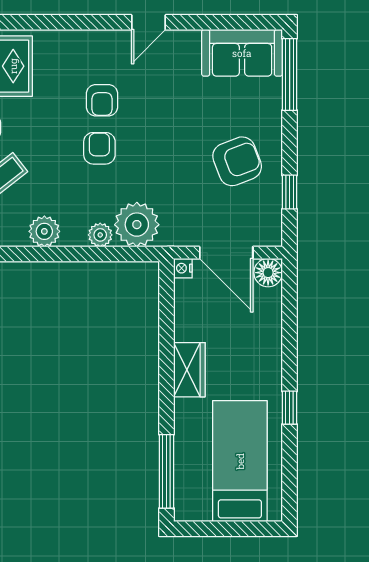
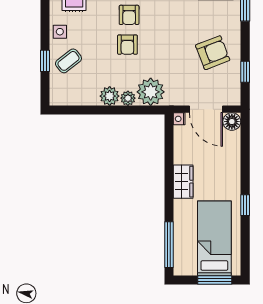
armchair: (99, 148) -> (127, 45), turned 180
plant: (44, 231) -> (110, 96), moved
window: (240, 529) -> (215, 280), added

